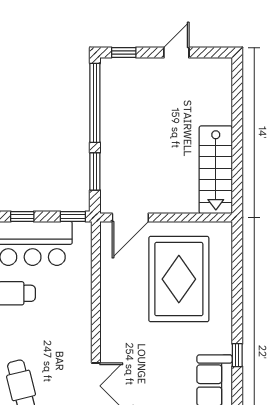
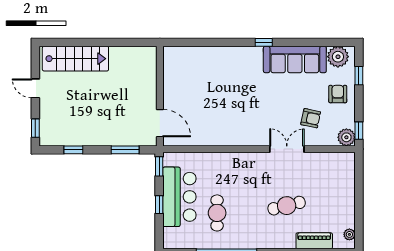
window: (95, 103) -> (73, 150), width x0.32
stairs: (216, 170) -> (75, 59), moved
rug: (179, 279) -> (206, 86), removed

